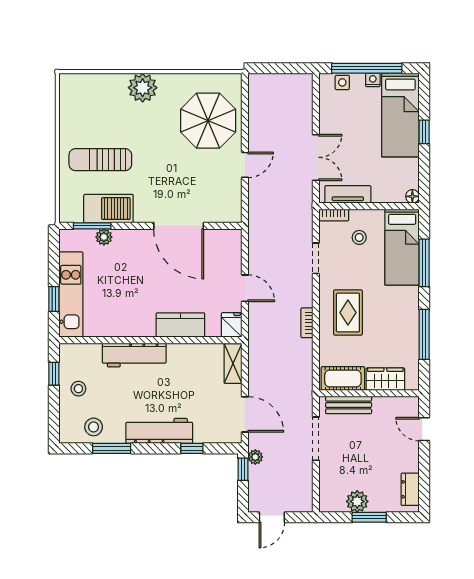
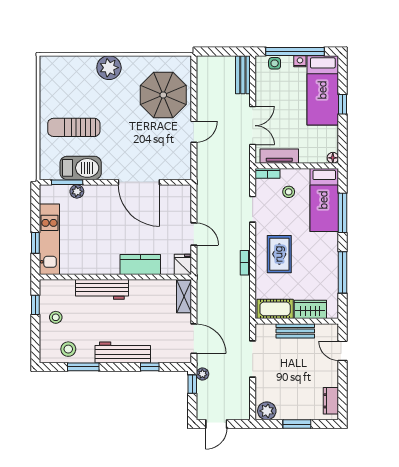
bench: (304, 96) -> (243, 75), added
bench: (349, 405) -> (295, 331), moved
plant: (357, 501) -> (267, 411), moved

